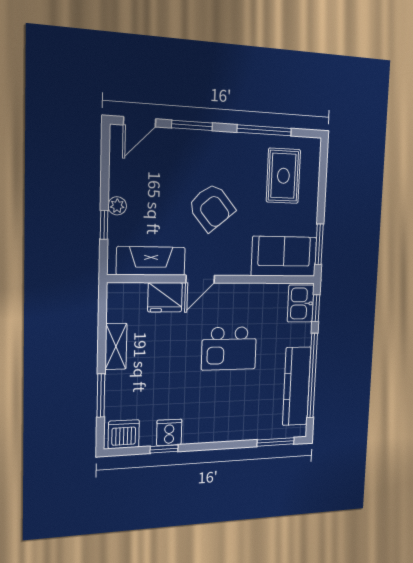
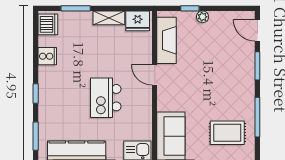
armchair: (212, 207) -> (204, 81), removed
fridge: (165, 297) -> (138, 21), moved, turned -90
window: (164, 449) -> (36, 94), moved

